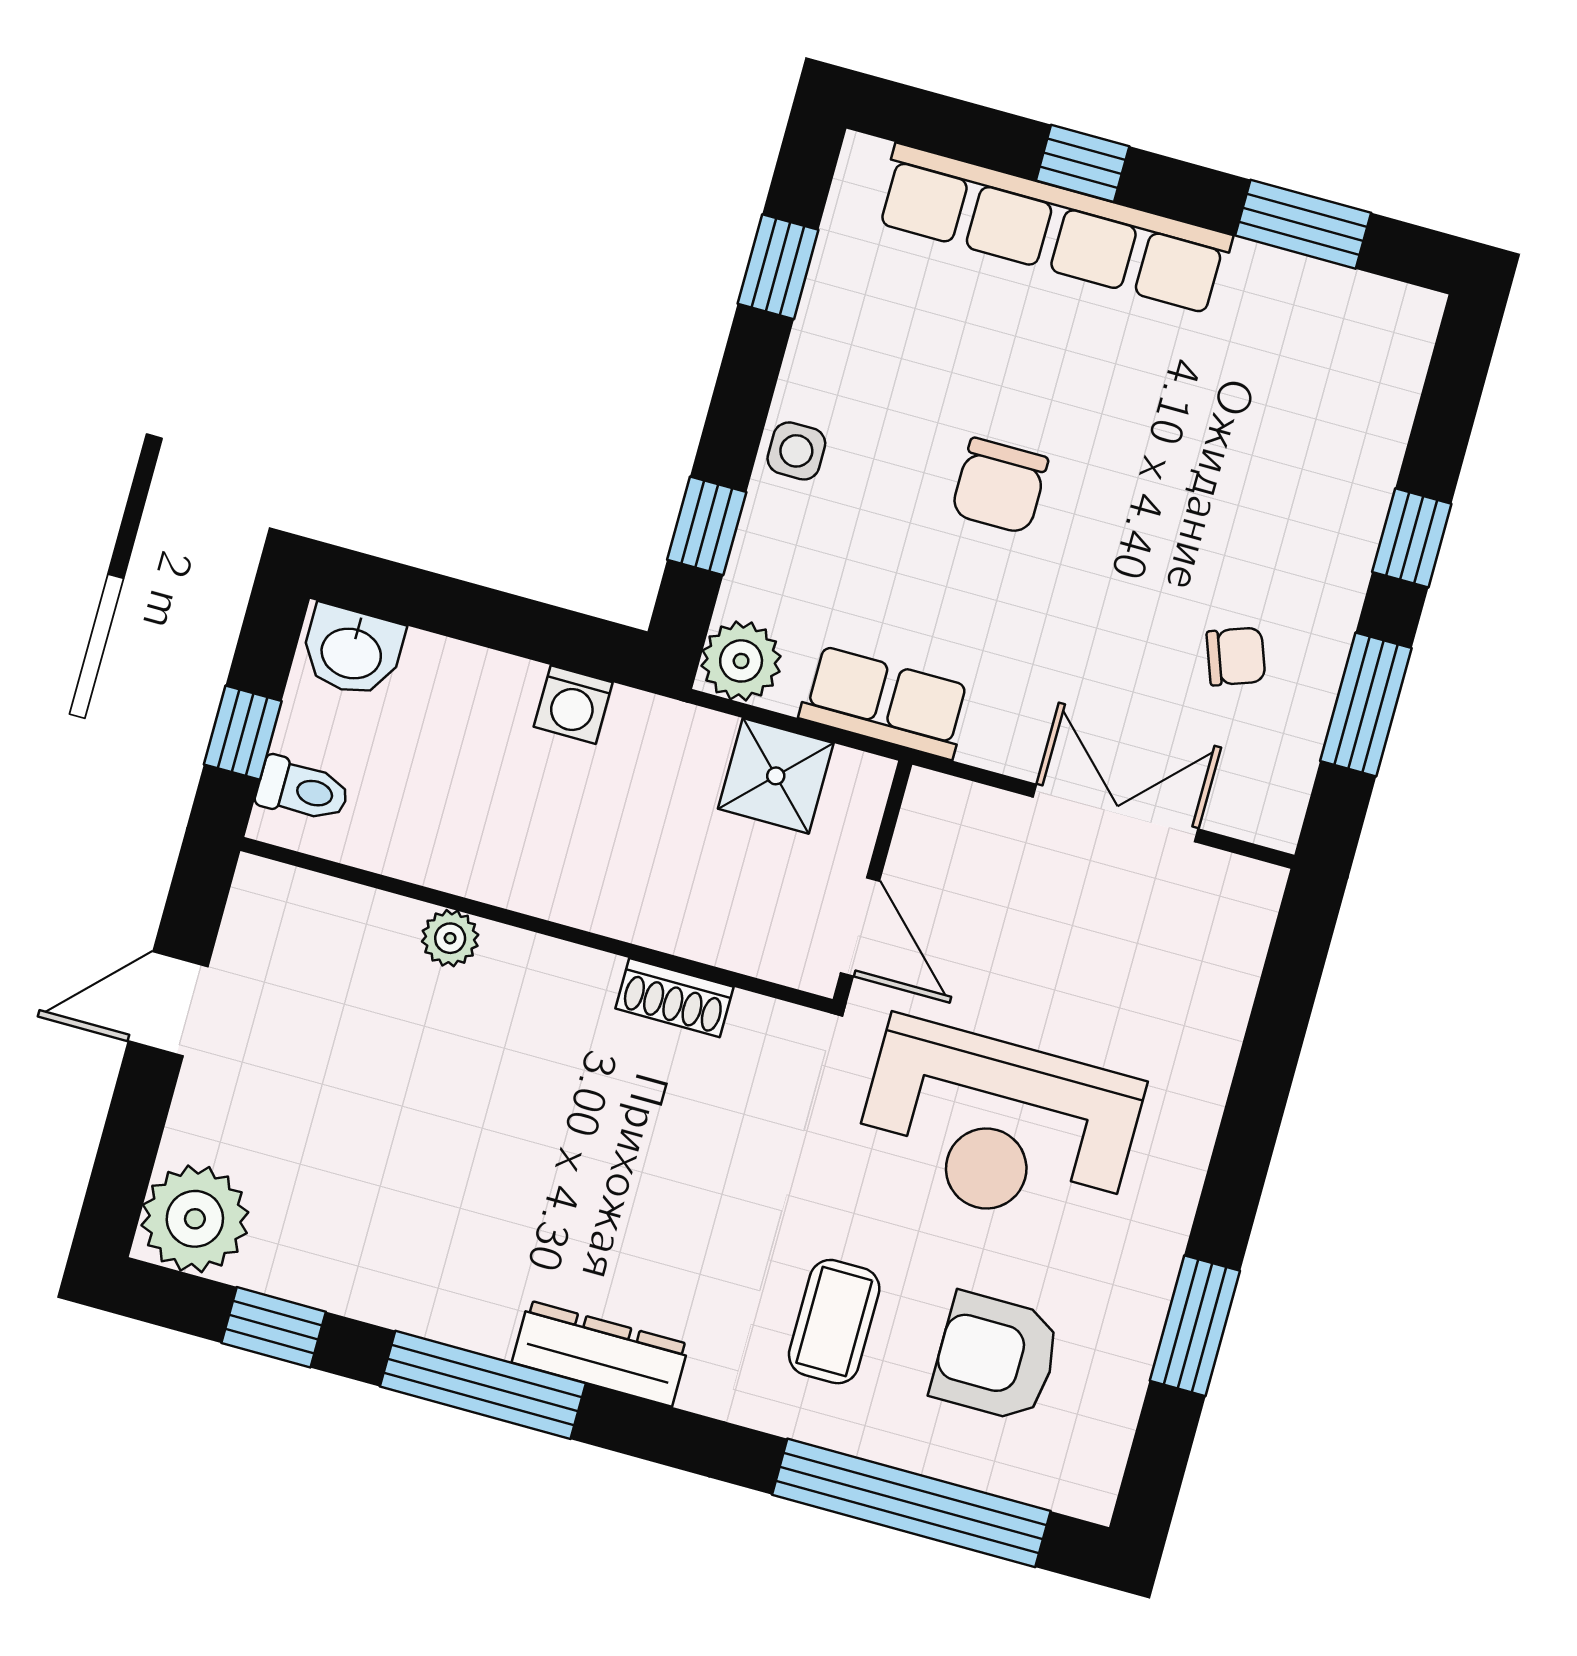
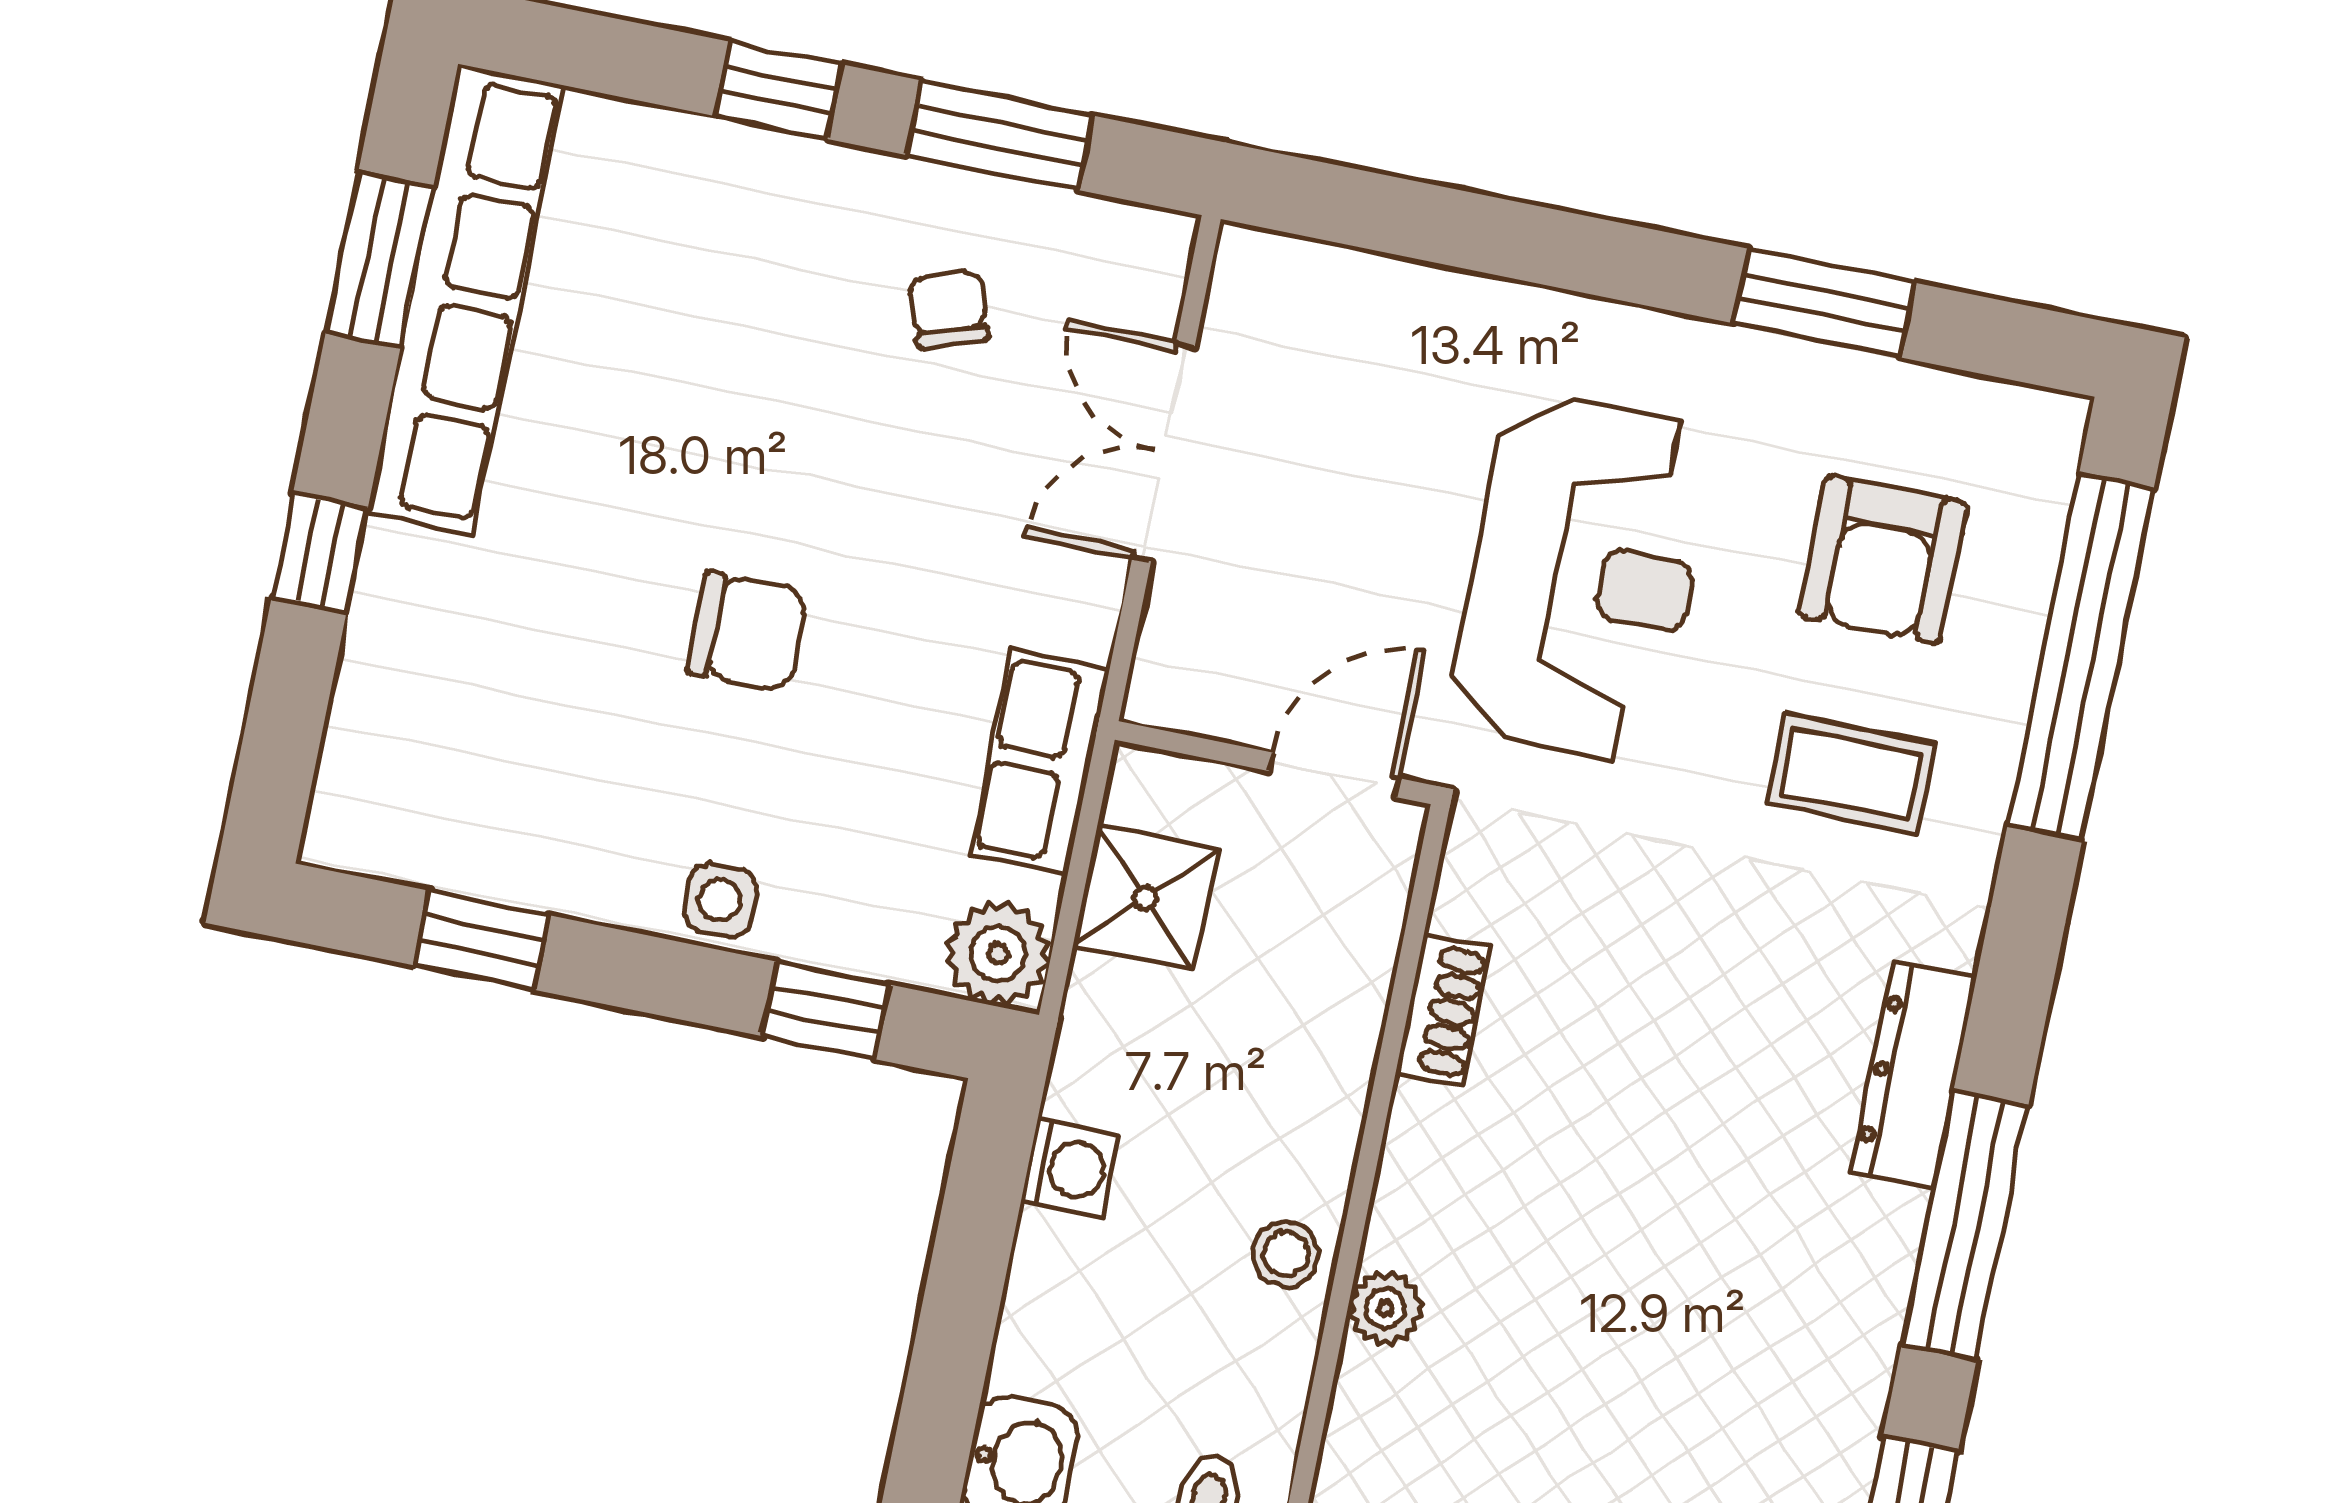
row of seats: (1054, 229) -> (465, 299), moved
stool: (497, 864) -> (1285, 1254), added

